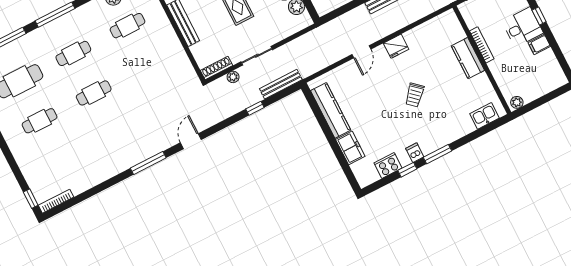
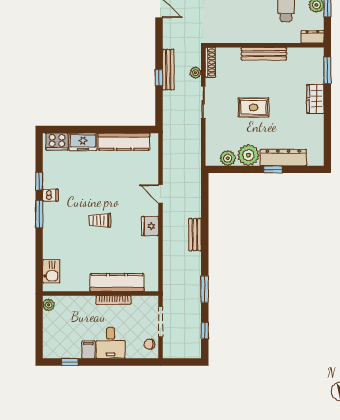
window: (539, 16) -> (70, 362), moved
kitchen counter: (468, 58) -> (117, 282), width x1.50
bench: (281, 84) -> (168, 70), moved
trolley: (415, 95) -> (100, 220), turned -42
cooker: (388, 165) -> (57, 142), moved, turned 90

